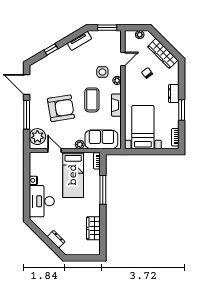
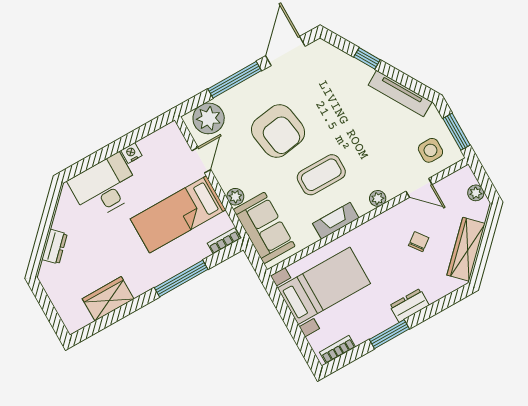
tv unit: (79, 41) -> (400, 93), width x1.41
side table: (102, 72) -> (430, 150), moved

